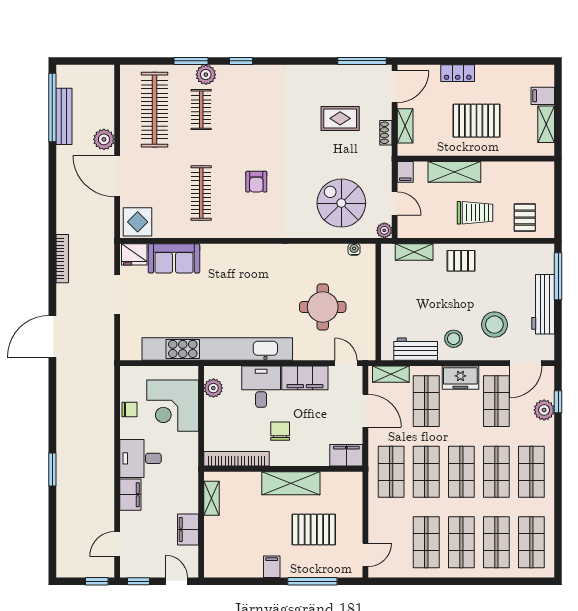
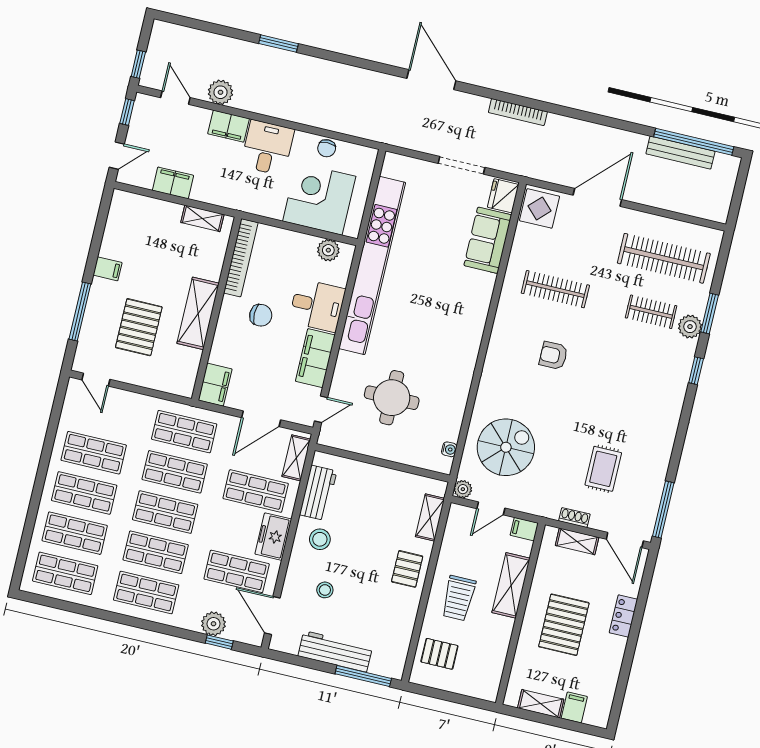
plant: (104, 139) -> (220, 92), moved
stool: (494, 325) -> (325, 590), width x0.53, depth x0.53

